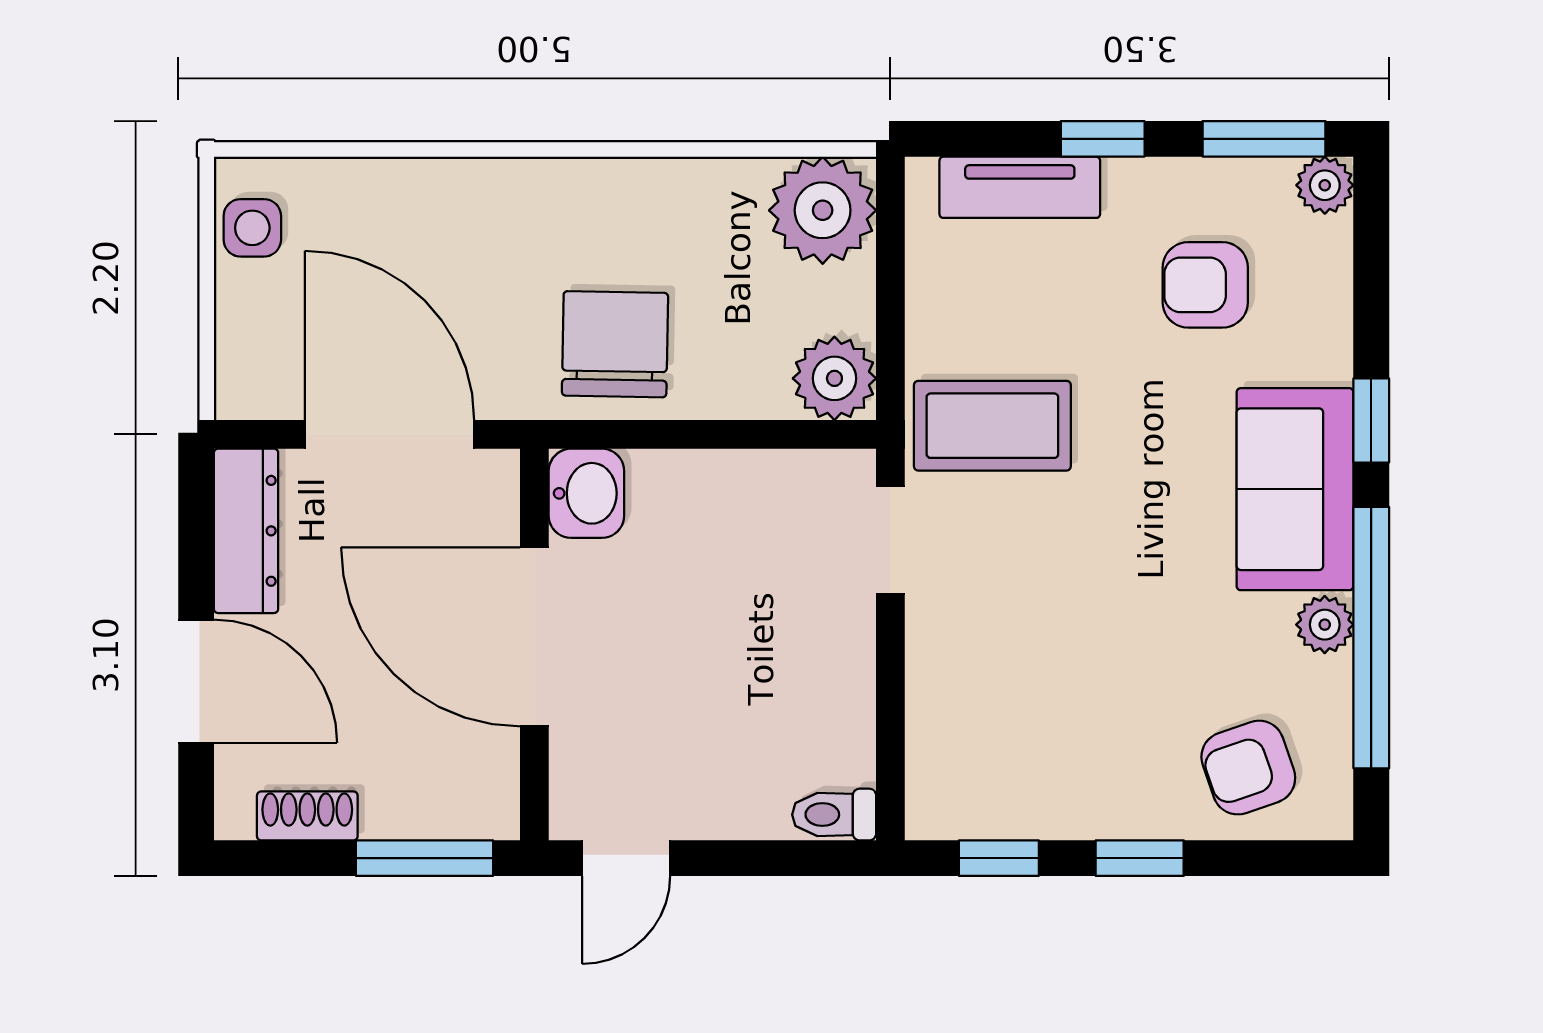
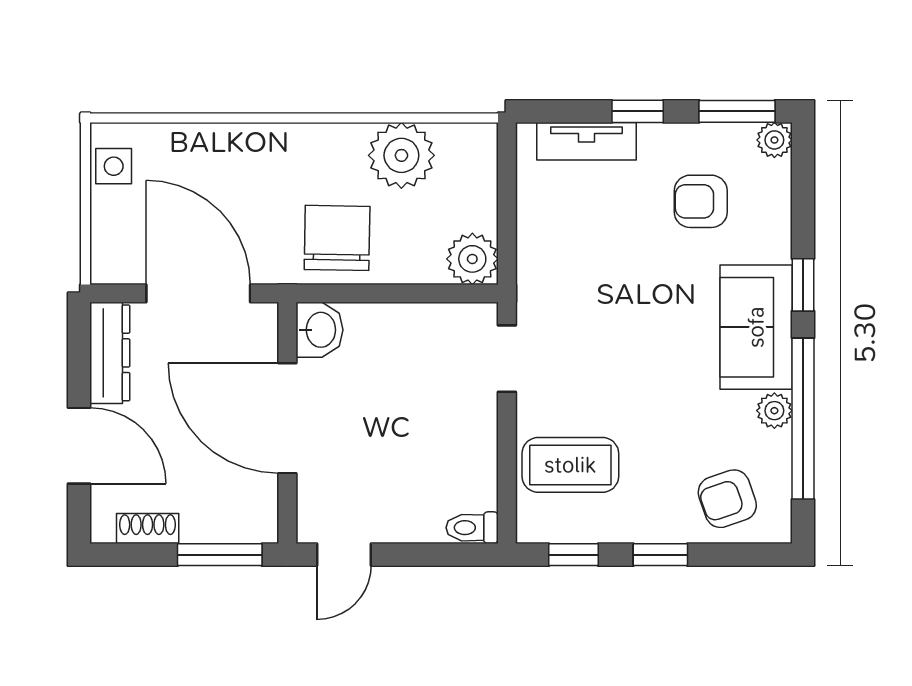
plant: (823, 210) -> (401, 155), moved
coffee table: (992, 426) -> (570, 465), moved

